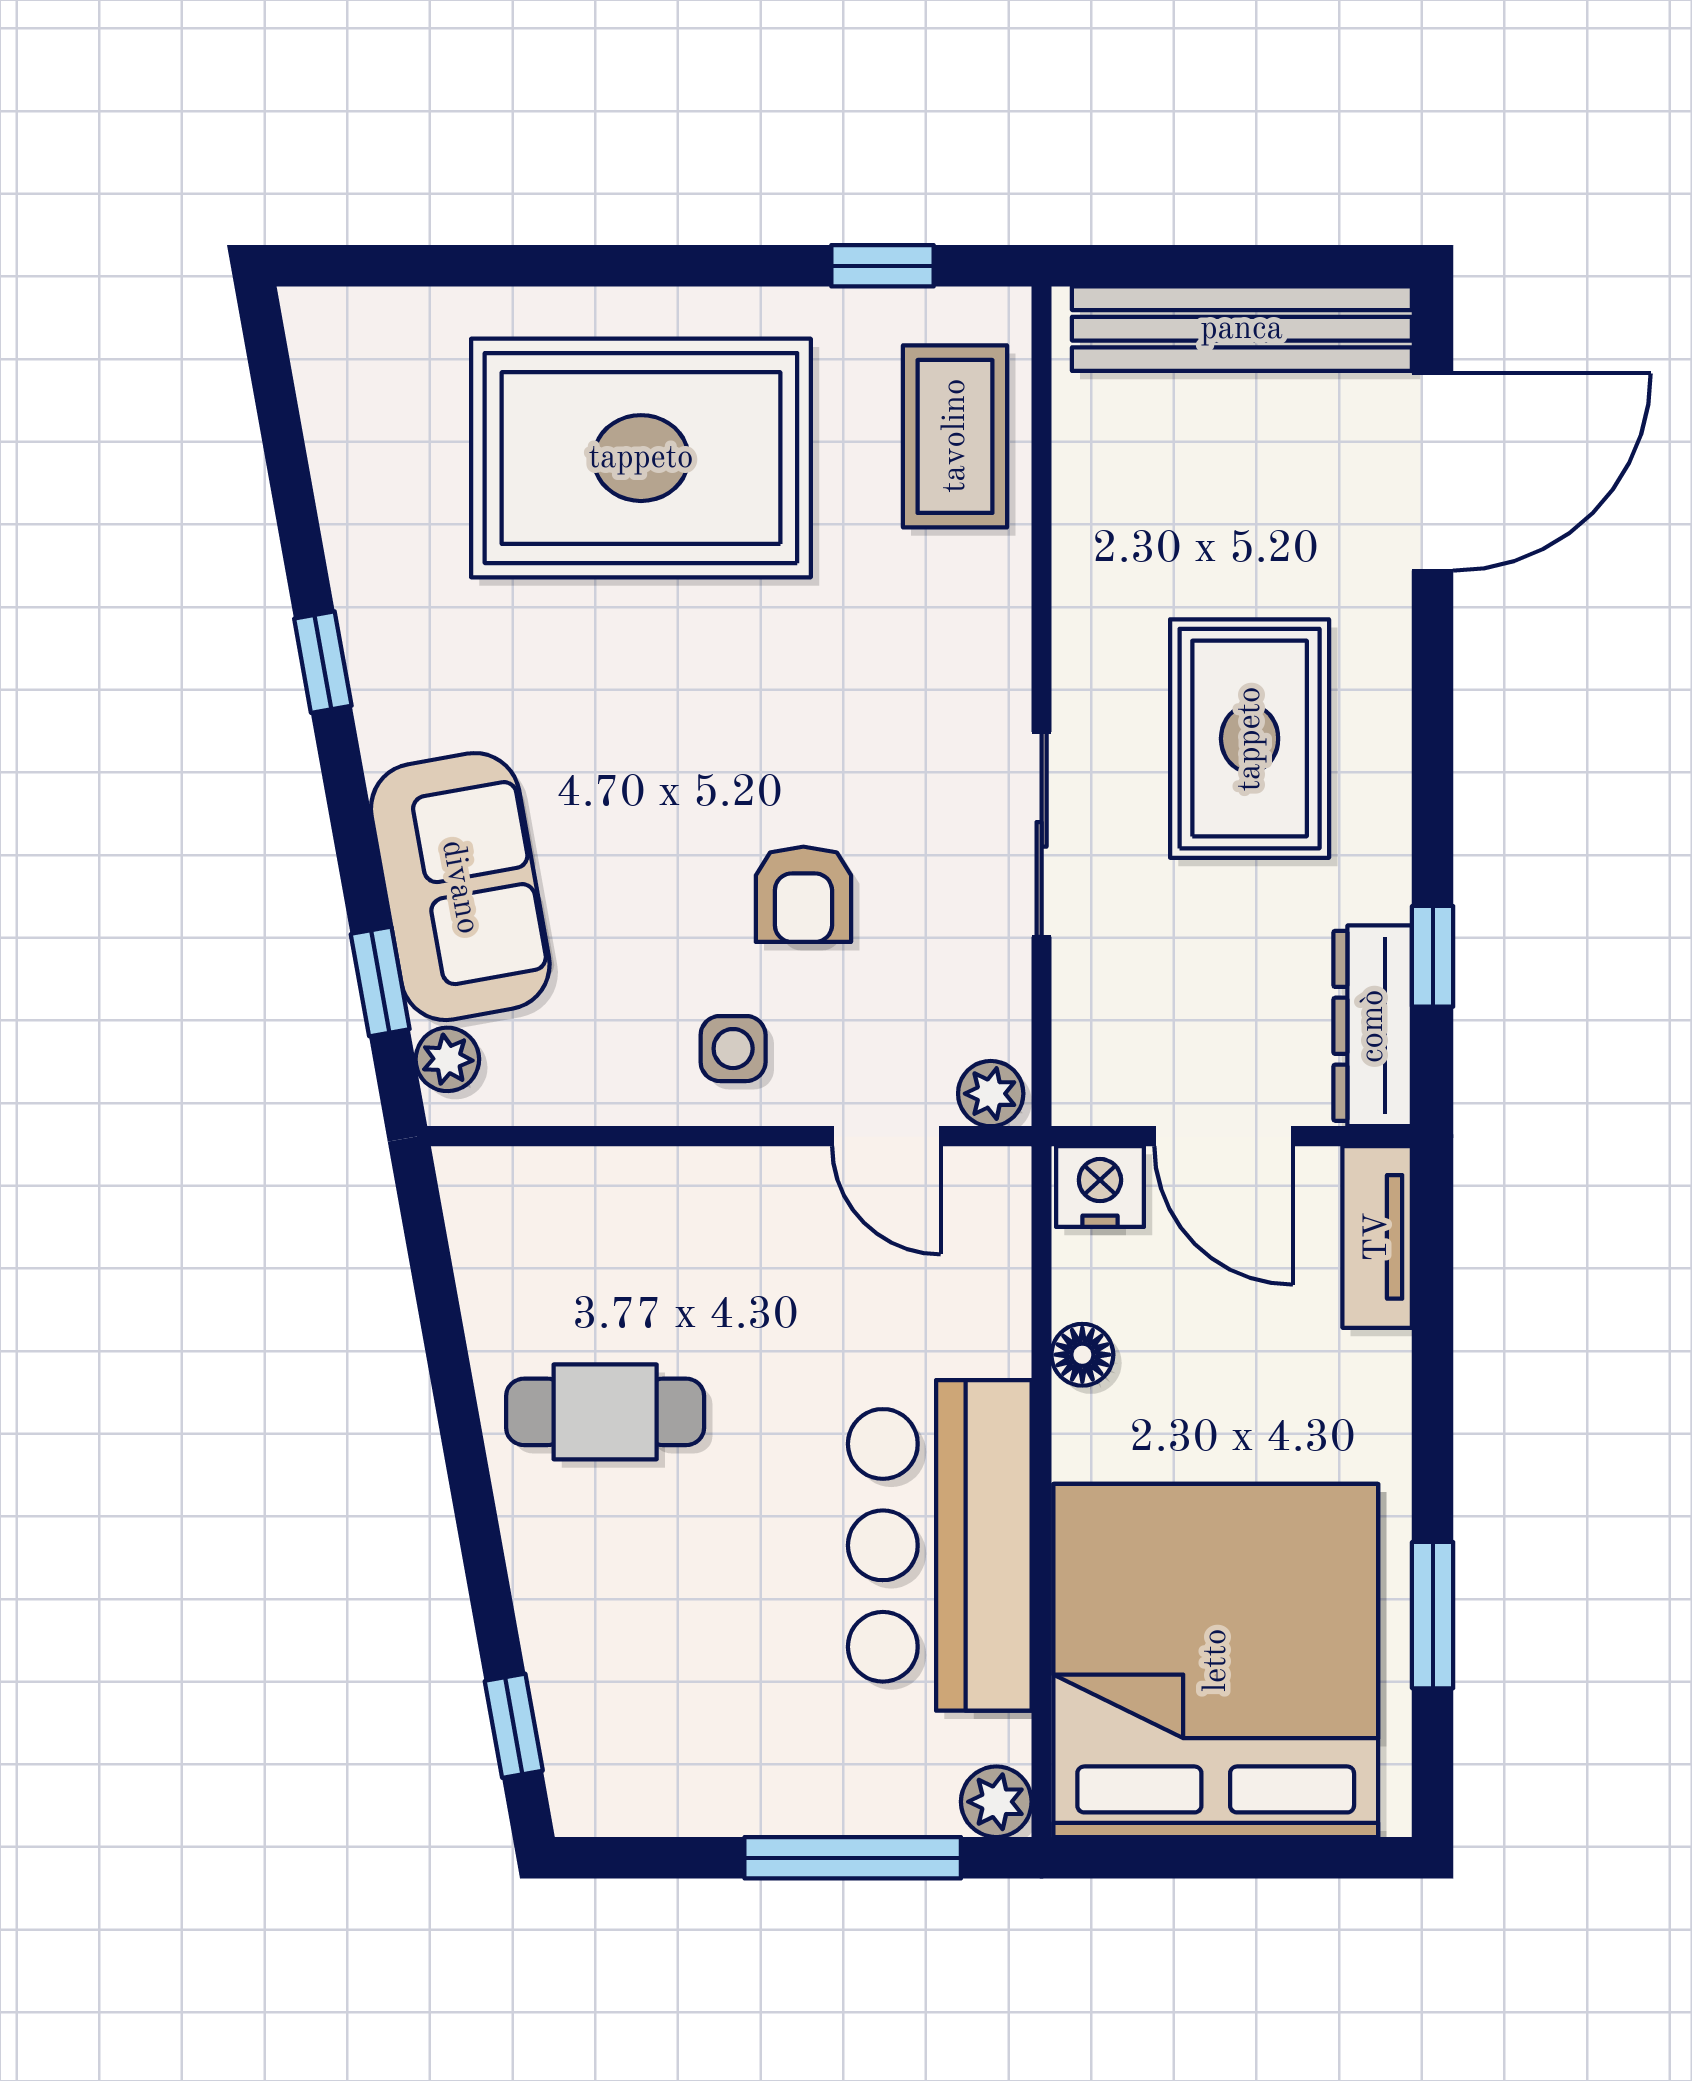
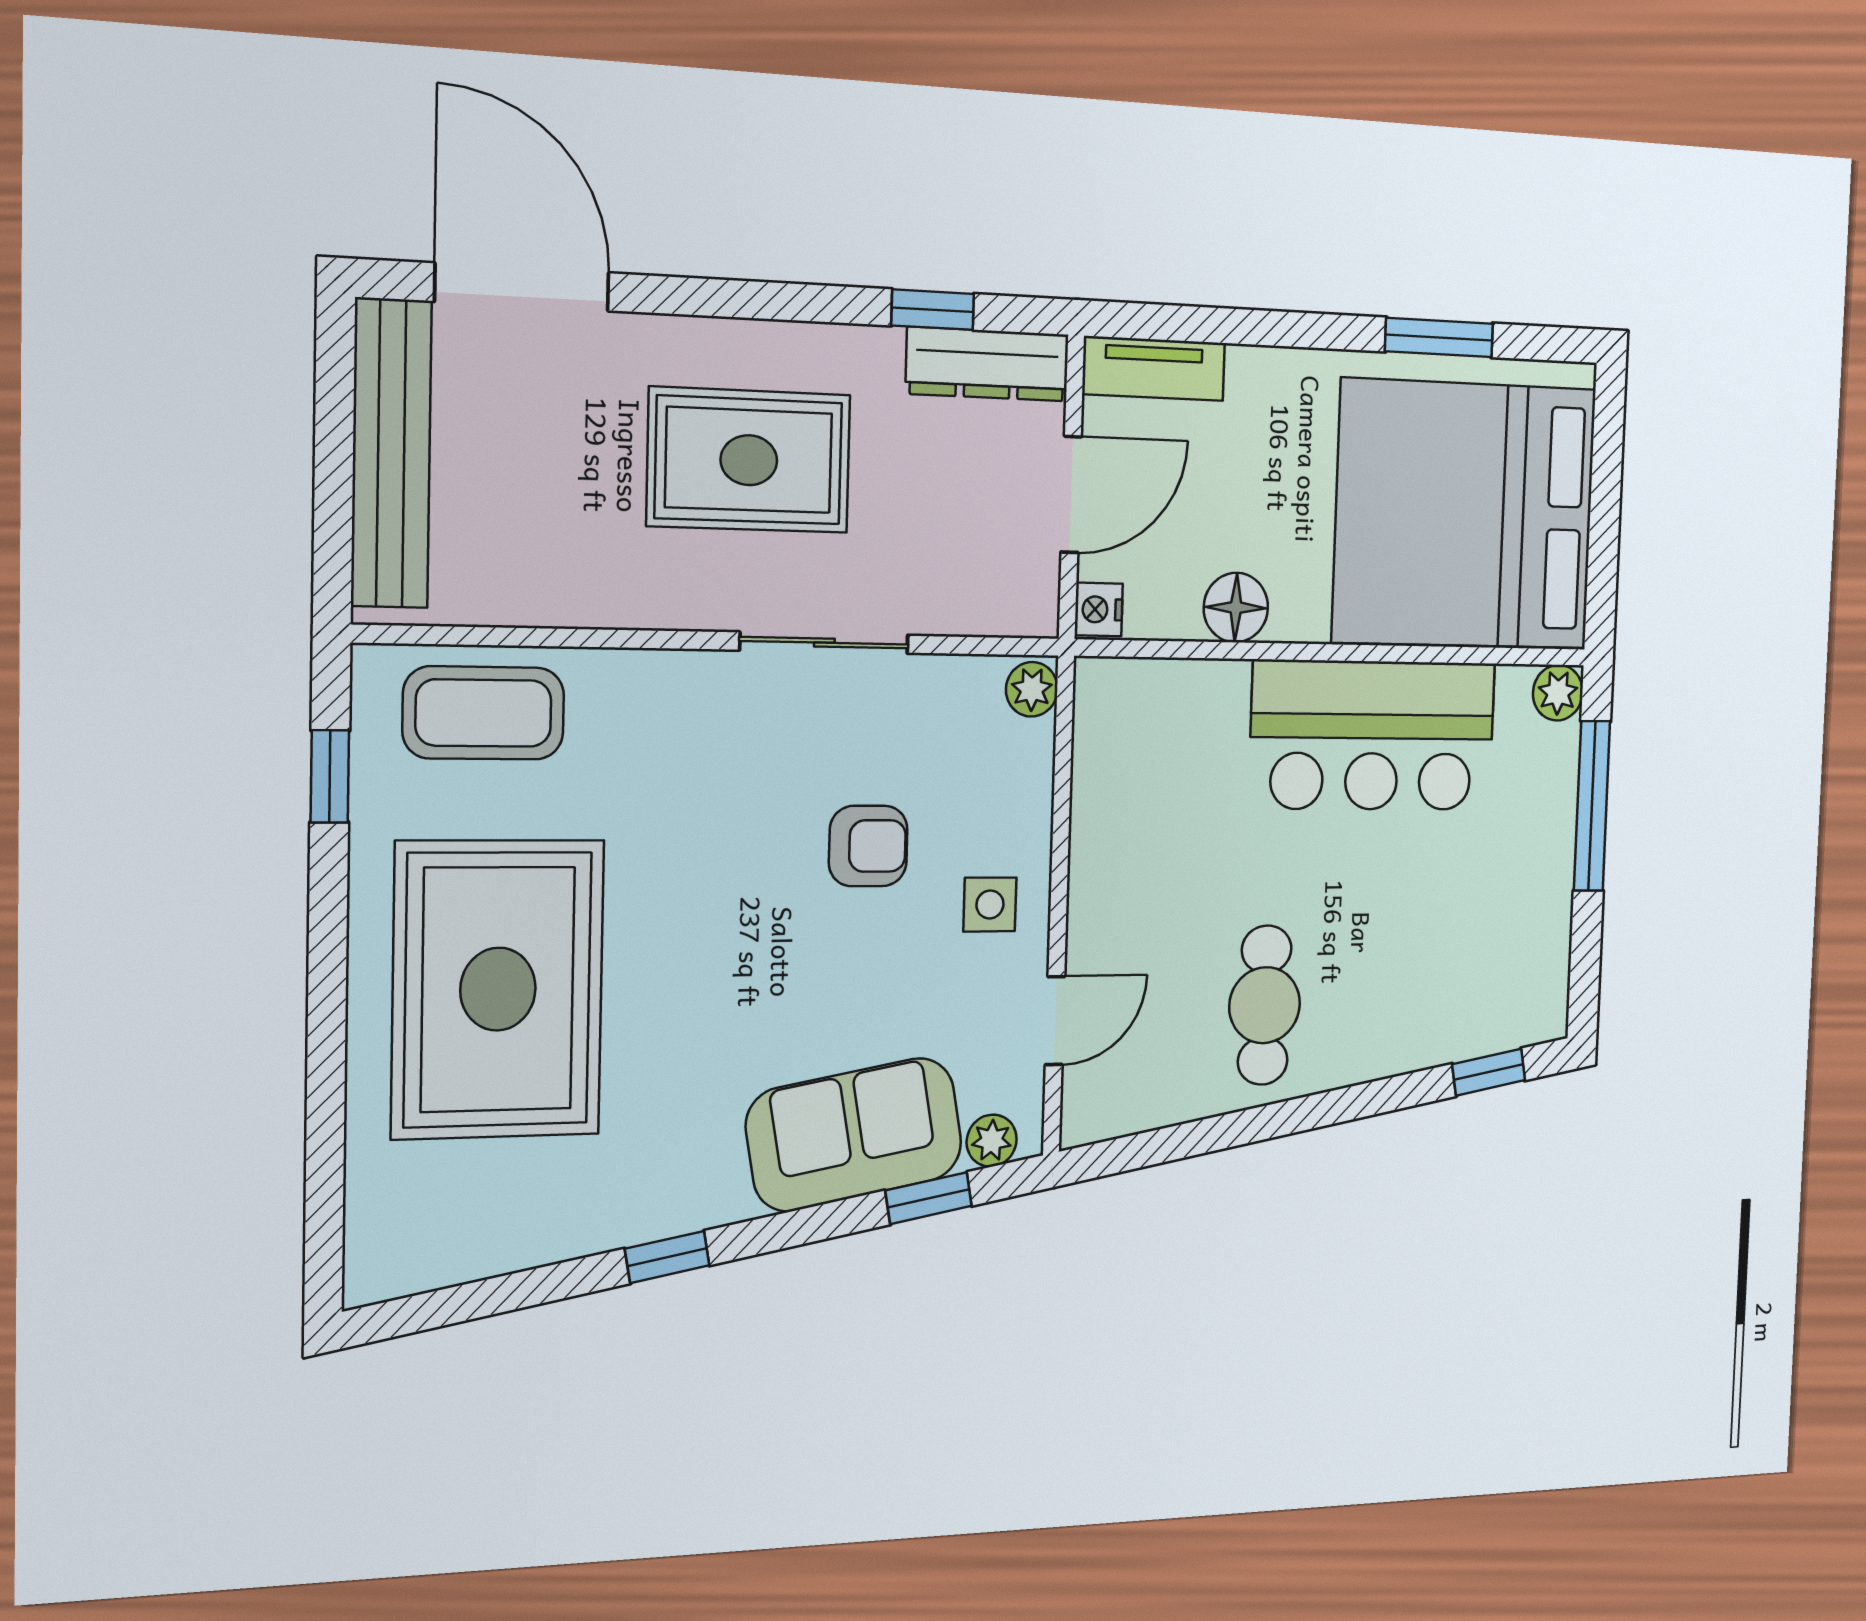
door: (886, 1136) -> (1055, 1021), moved
nightstand: (1100, 1186) -> (1099, 609), width x0.72, depth x0.74
floor lamp: (1082, 1355) -> (1236, 608), width x1.37, depth x1.37

